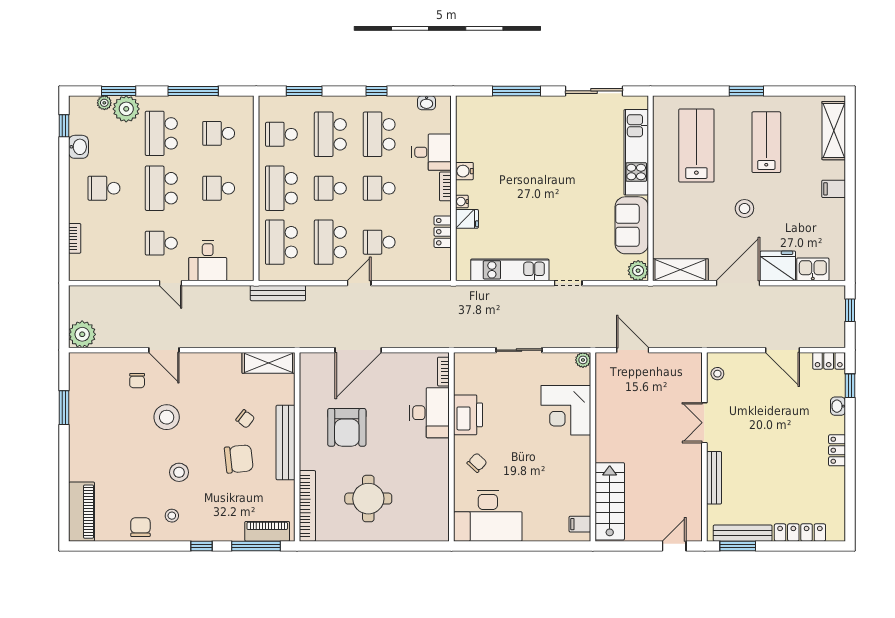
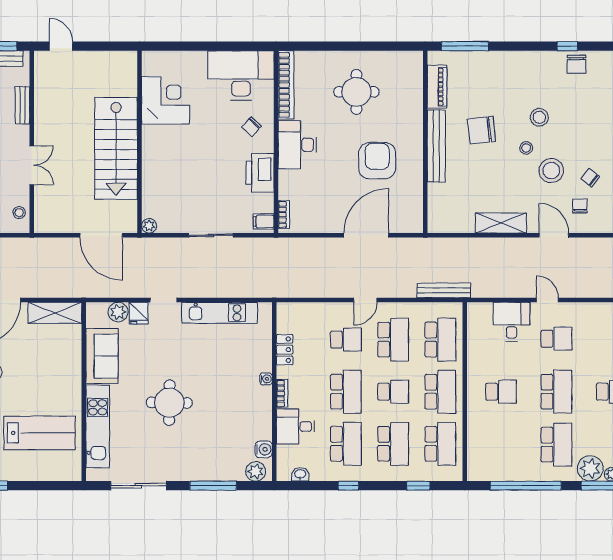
window: (193, 91) -> (526, 486), width x1.46
window: (304, 91) -> (418, 486), width x0.67
plant: (473, 106) -> (256, 471), added
school desk: (219, 133) -> (501, 445), removed
school desk: (281, 134) -> (440, 444), width x1.85
lab bench: (696, 146) -> (39, 433), turned -90
water cooler: (464, 171) -> (264, 449), moved
round table: (562, 177) -> (169, 403), added
school desk: (379, 188) -> (346, 392), width x1.85
fridge: (467, 219) -> (139, 313), moved, turned -90
plant: (638, 271) -> (118, 312), moved
door: (633, 350) -> (101, 235), width x1.36
shelving: (269, 363) -> (501, 223), moved
corner desk: (566, 410) -> (166, 100), moved
desk: (430, 413) -> (297, 145), moved
chair: (245, 419) -> (590, 178), moved
bench: (714, 478) -> (22, 105), width x0.73
stairs: (610, 501) -> (116, 148), moved, width x1.36, depth x1.51
bookcase: (307, 506) -> (286, 85), moved, turned 180
stool: (172, 516) -> (526, 148), moved
filing cabinet: (580, 524) -> (264, 221), moved, turned 180
piano: (267, 531) -> (437, 87), moved, turned -90
window: (202, 546) -> (567, 46), moved
door: (674, 546) -> (61, 46), swing flipped

